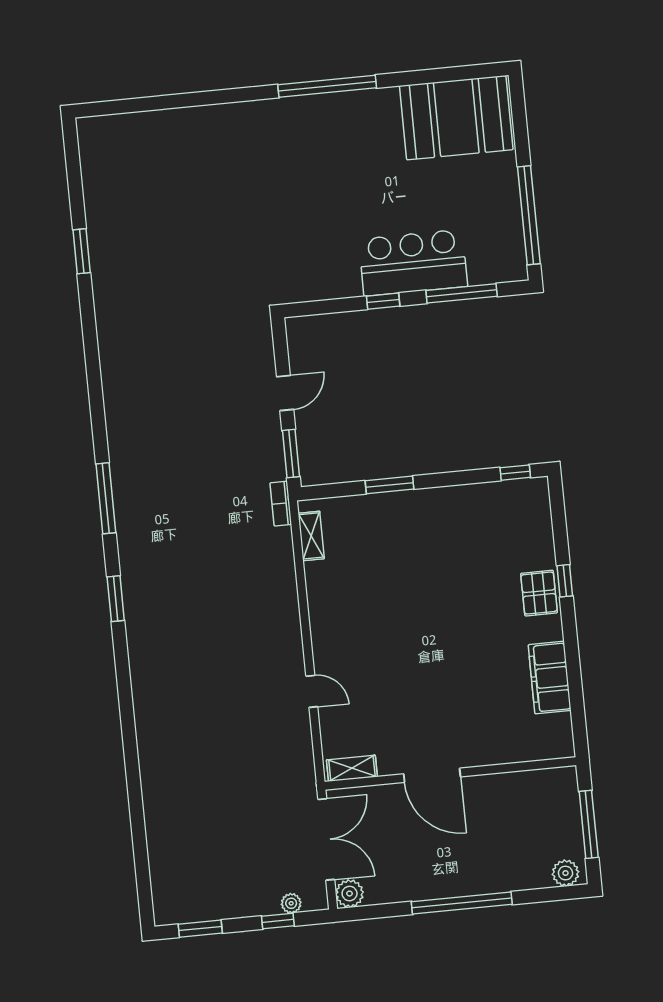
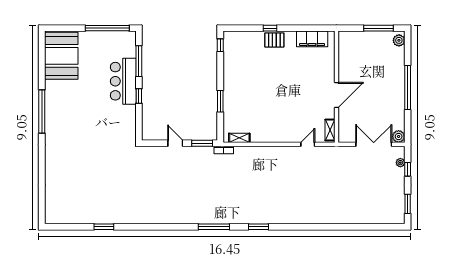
shelving: (352, 768) -> (330, 130), moved
wall: (450, 773) -> (336, 87), moved
door: (432, 775) -> (336, 95), moved

